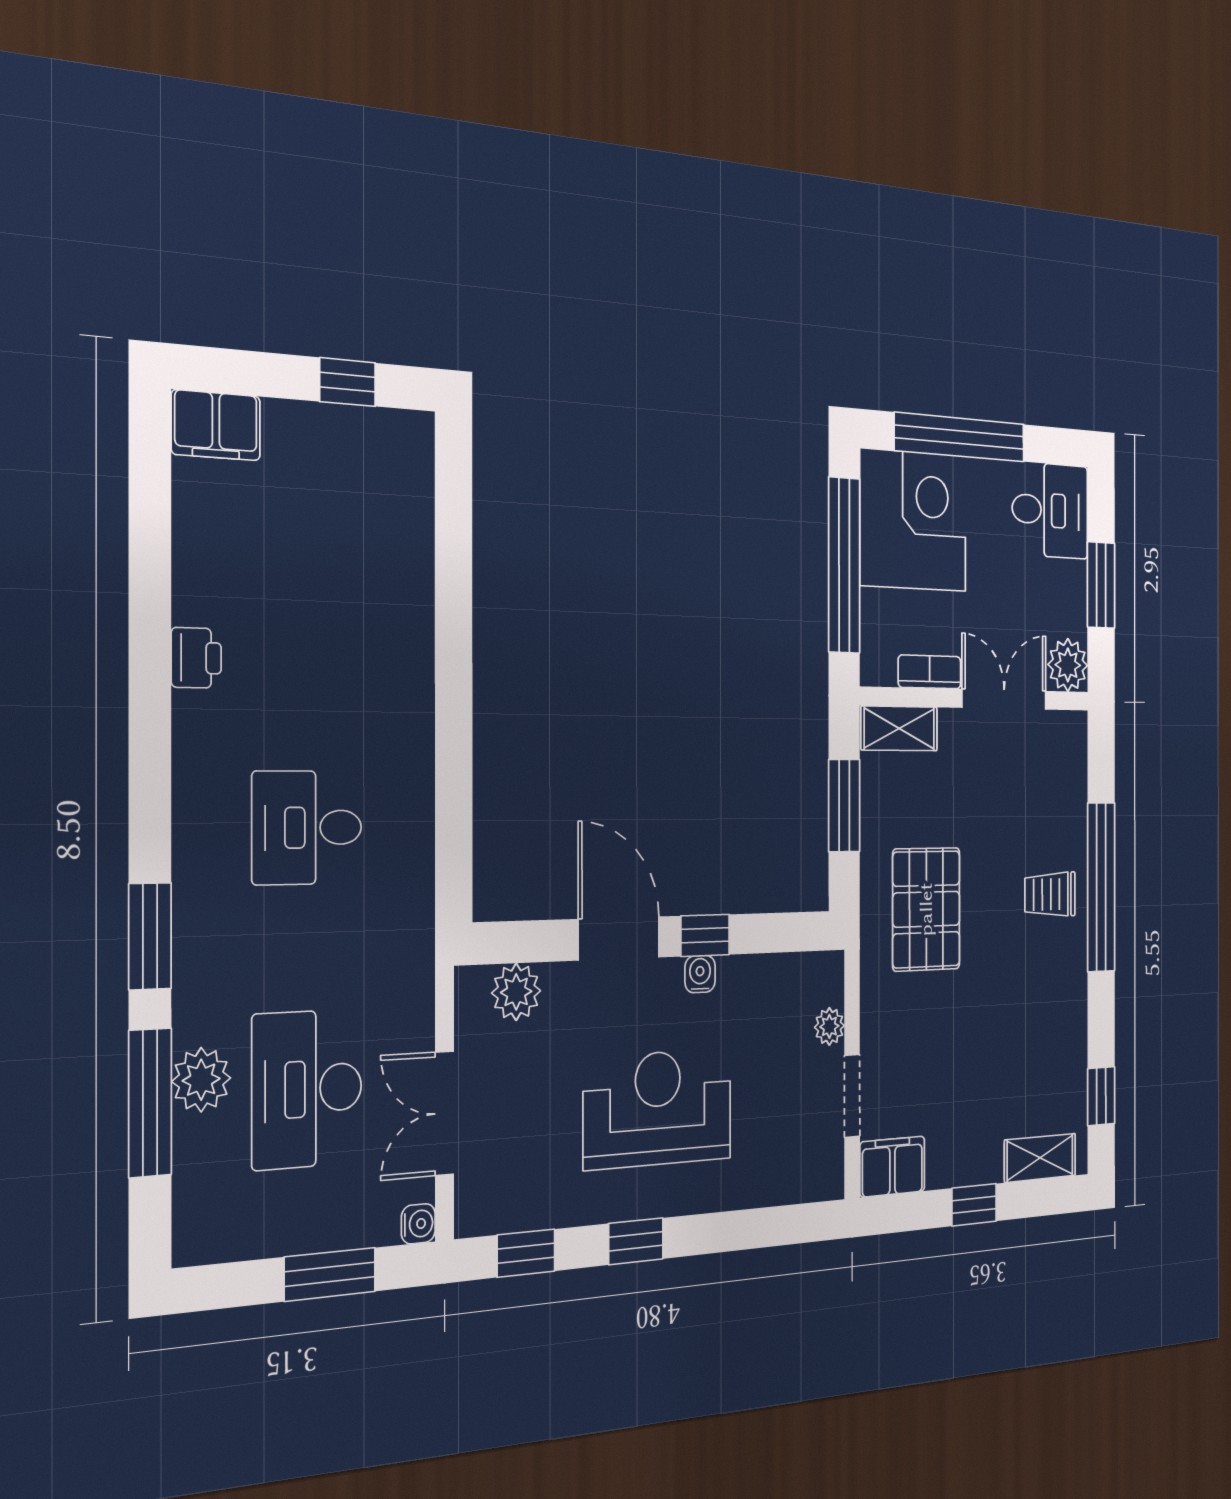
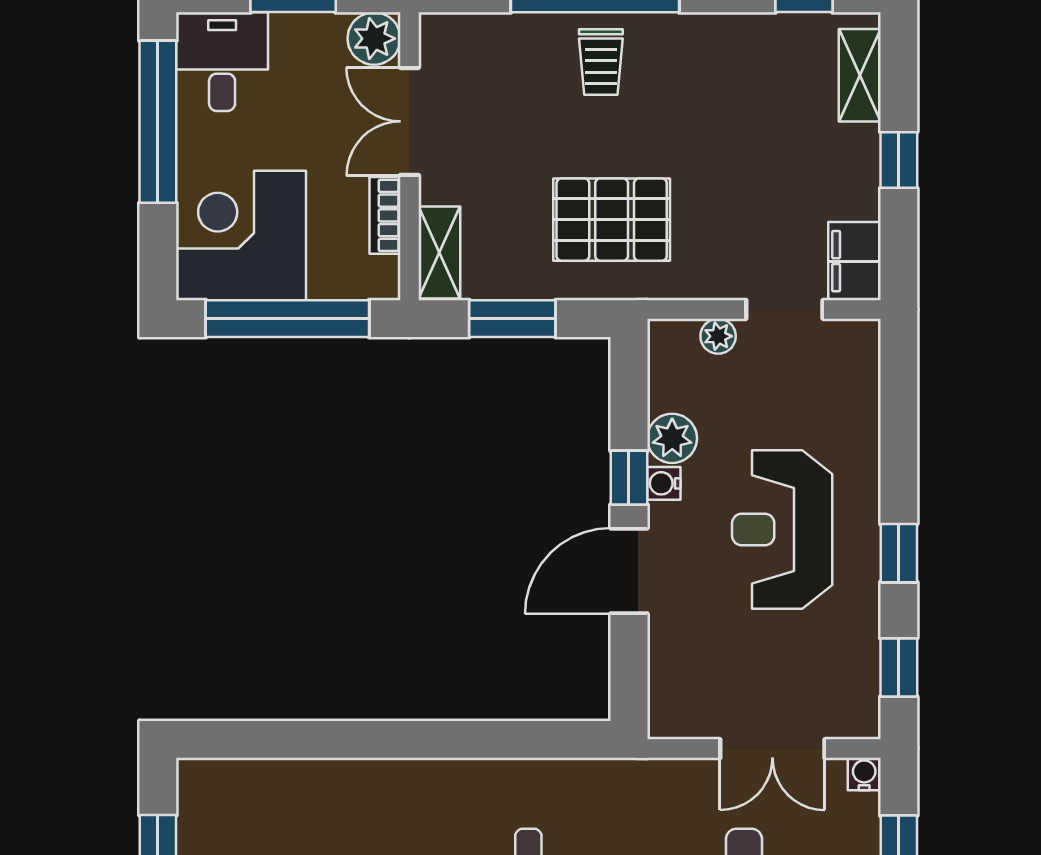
window: (960, 437) -> (158, 122), moved
plant: (516, 992) -> (672, 438), moved

